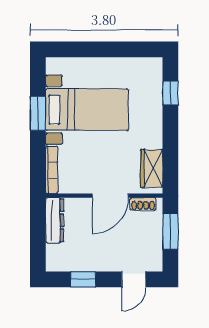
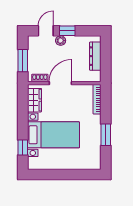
bed with nightstands: (87, 110) -> (53, 135), moved, turned 180
dresser: (55, 220) -> (95, 56), moved
plant: (110, 264) -> (61, 41), added
window: (83, 279) -> (67, 31), moved

